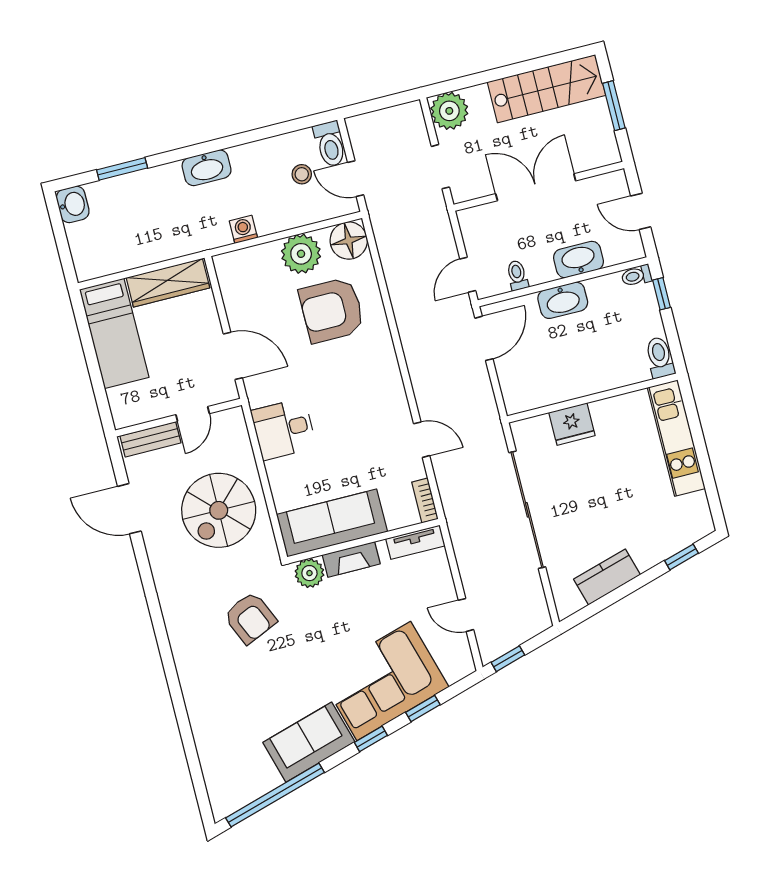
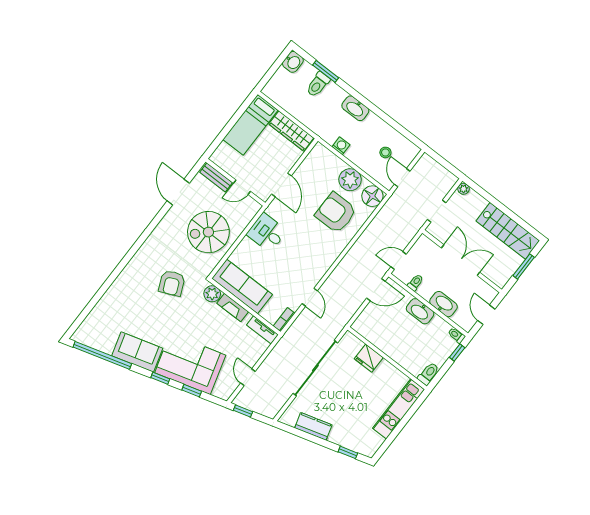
plant: (449, 111) -> (464, 189), width x0.53, depth x0.53
toilet: (330, 144) -> (318, 84), moved

